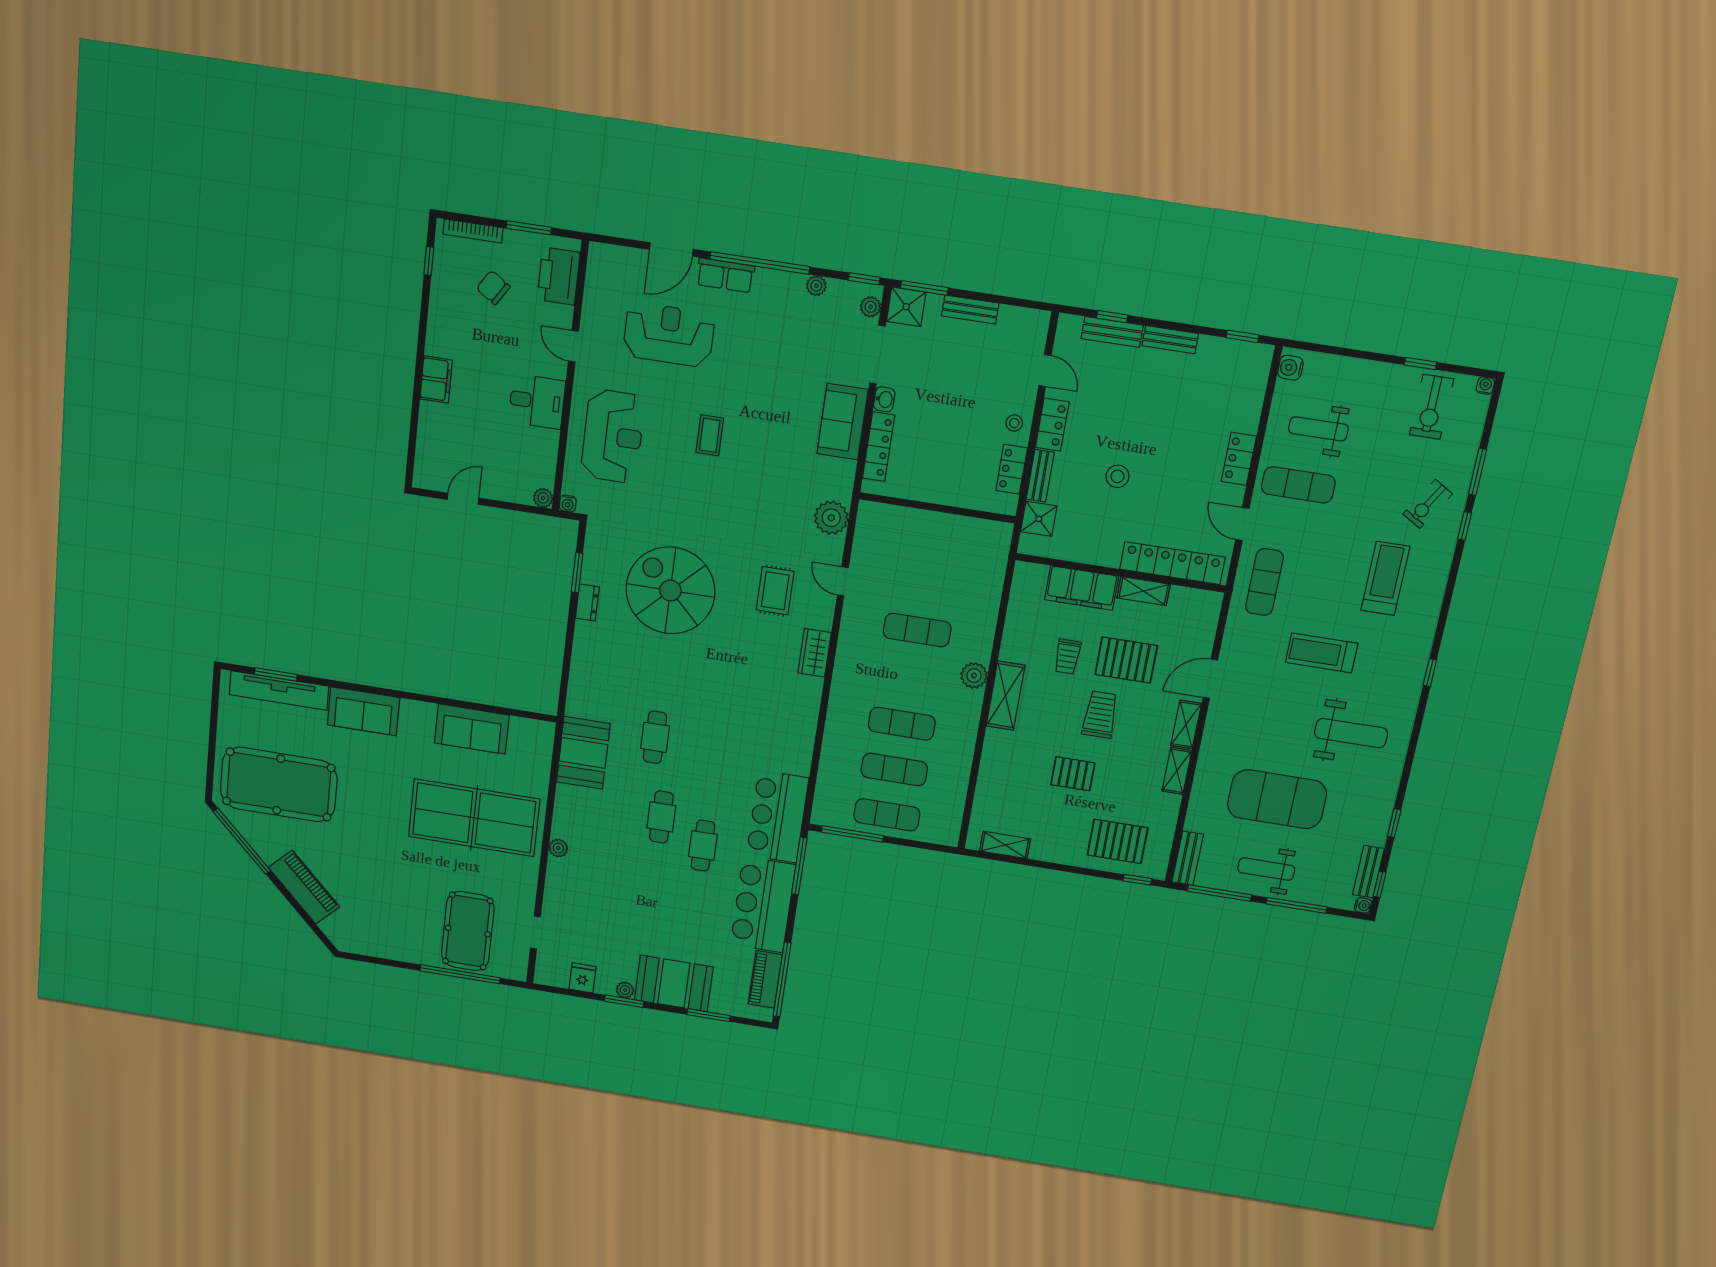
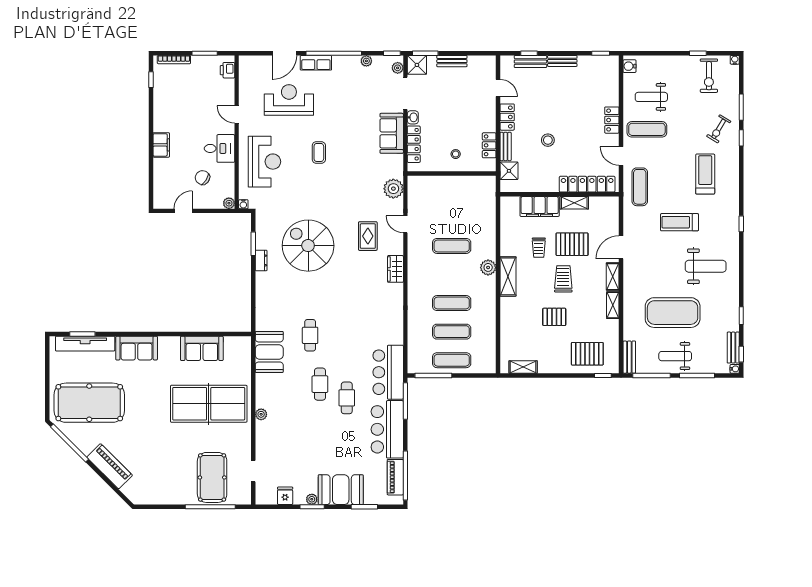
printer: (559, 276) -> (227, 70), width x0.53, depth x0.68
chair: (493, 288) -> (202, 178), moved
stool: (1014, 423) -> (456, 154), moved

